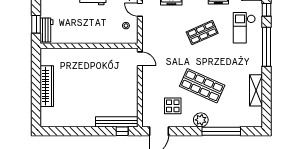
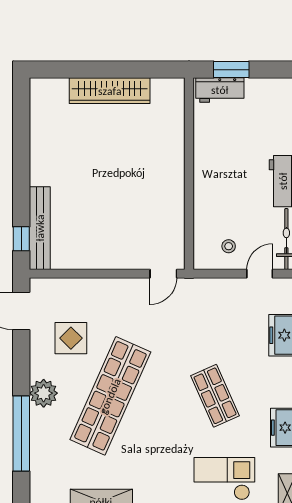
shop shelf: (202, 86) -> (110, 396), width x1.40

